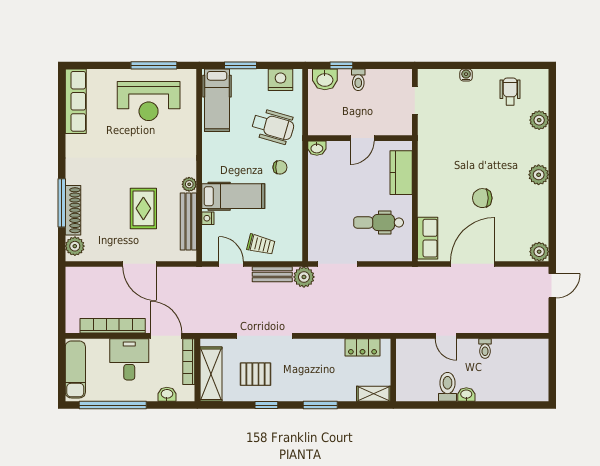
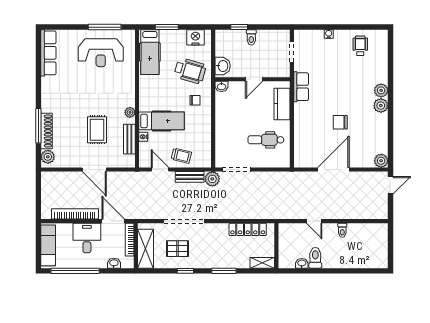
washbasin: (325, 79) -> (223, 66), moved, turned -90
plant: (539, 120) -> (381, 90), moved
bench: (188, 222) -> (129, 139), width x0.73
row of seats: (428, 238) -> (301, 87), moved
locker: (363, 347) -> (248, 229), width x1.53
washbasin: (466, 395) -> (302, 263), moved

